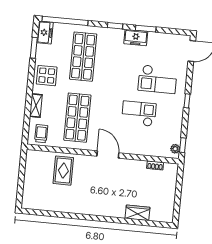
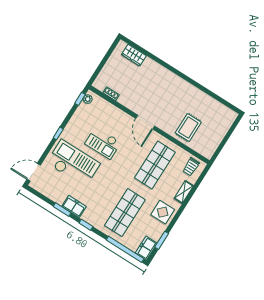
checkout: (158, 79) -> (73, 163), width x1.36, depth x1.21
wardrobe: (137, 213) -> (134, 55), moved

